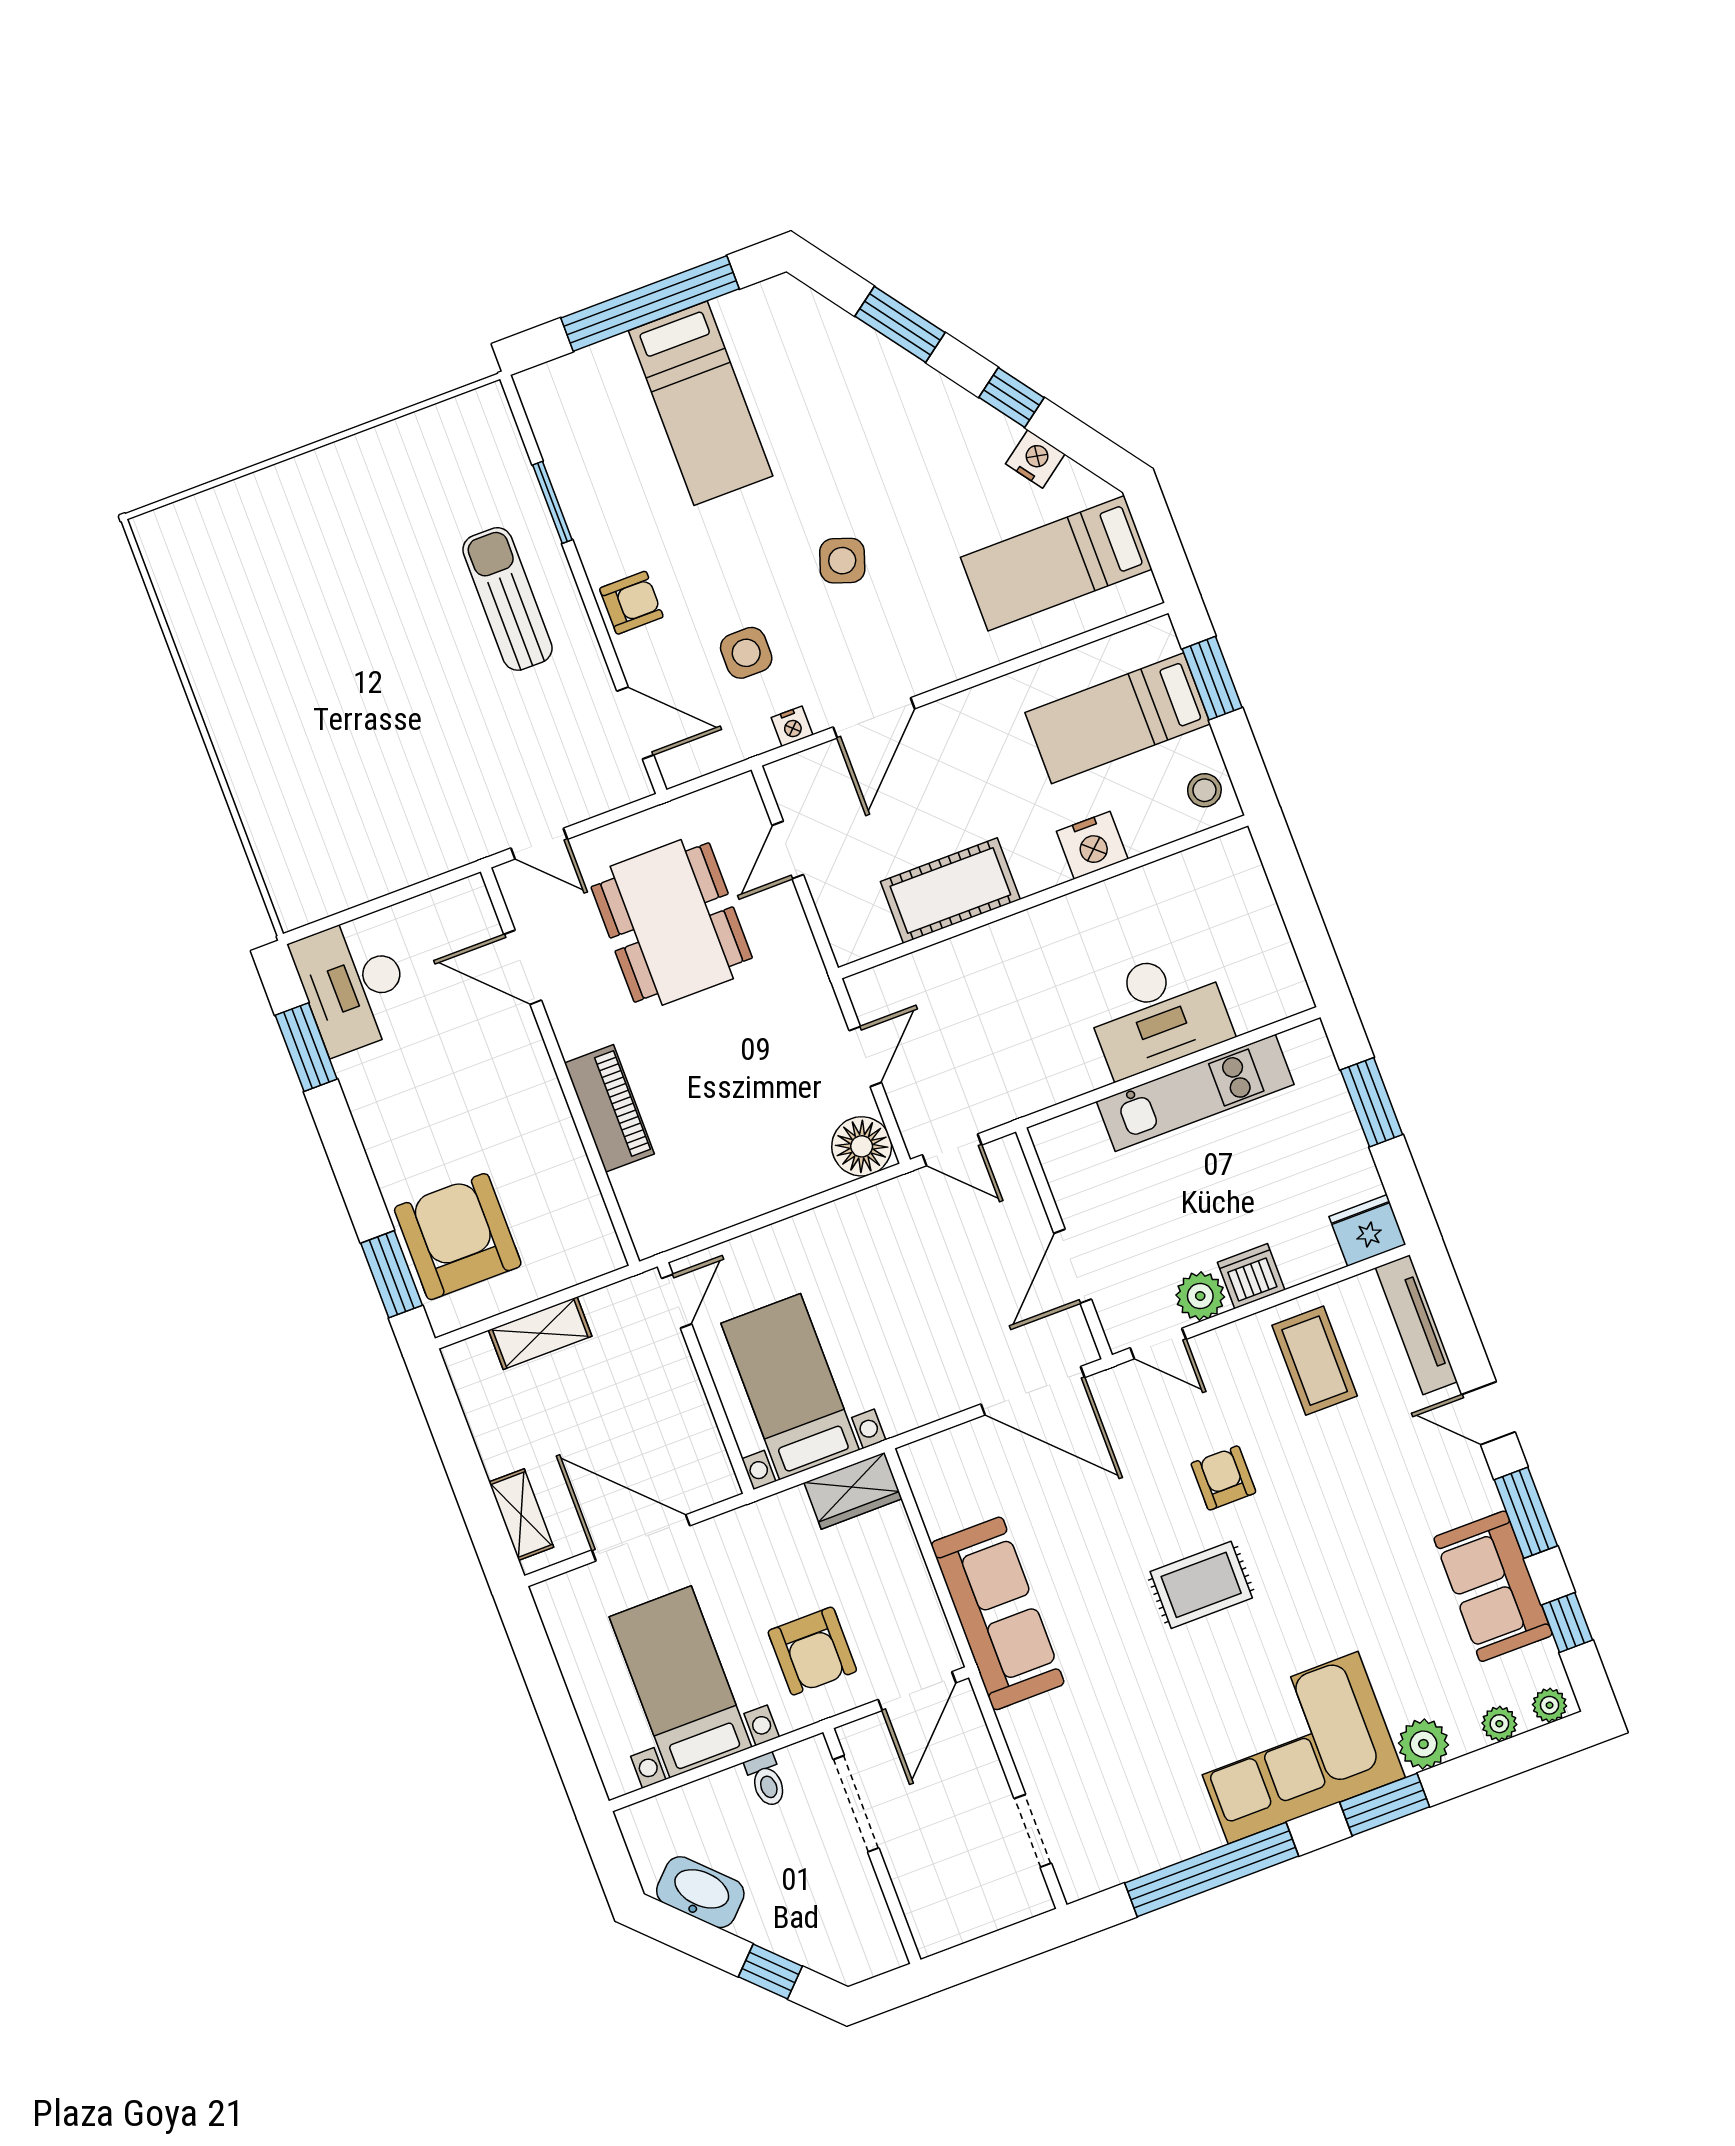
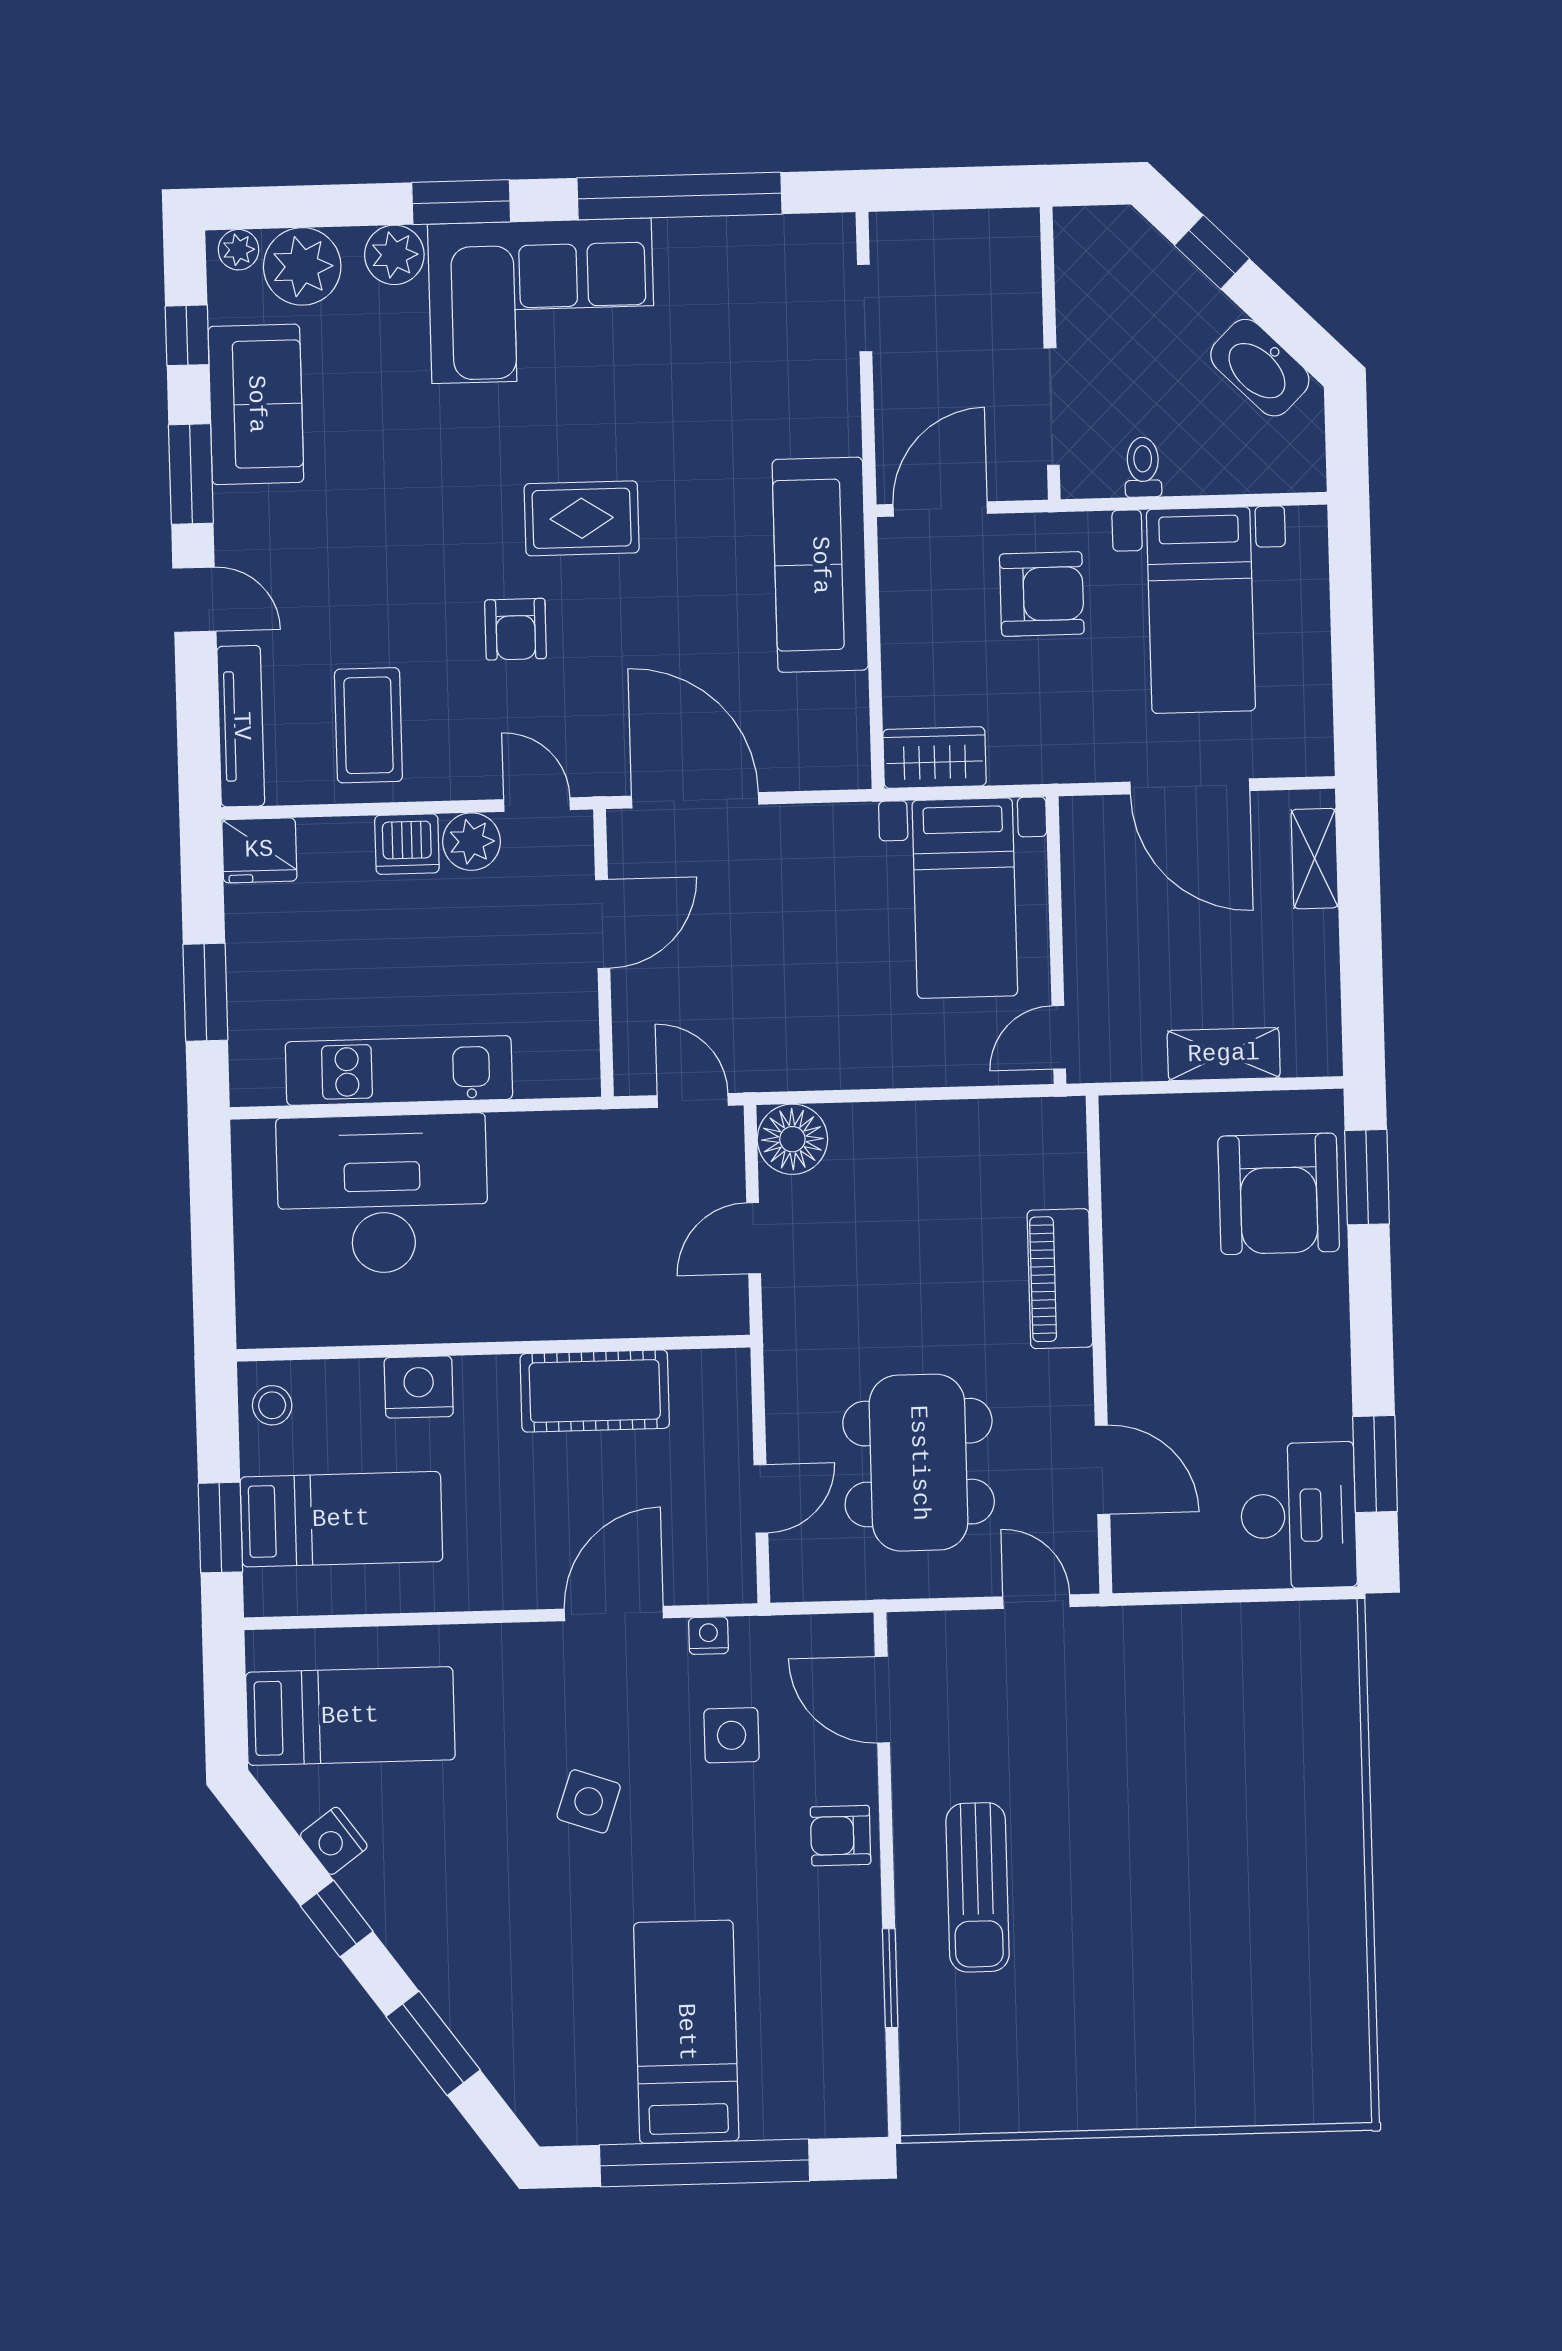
desk: (1158, 1012) -> (382, 1194), width x1.36, depth x1.30
armchair: (812, 1651) -> (1042, 594), turned 90
plant: (1499, 1724) -> (302, 266), width x1.88, depth x1.88

